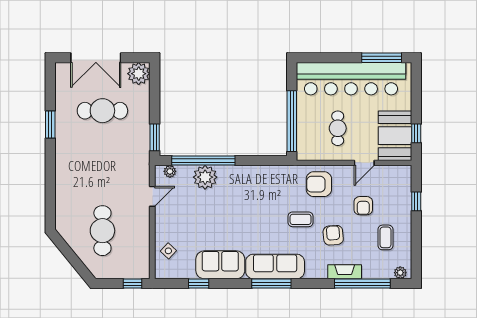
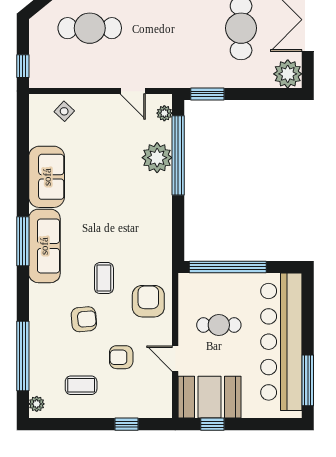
fireplace: (345, 272) -> (38, 334), removed
window: (199, 284) -> (23, 150), removed

